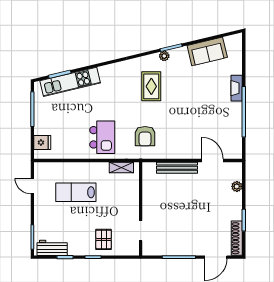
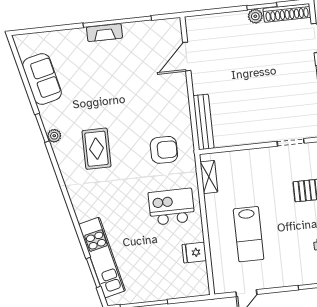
rug: (151, 86) -> (96, 149), turned 90
fireplace: (237, 88) -> (104, 33), moved
fridge: (42, 143) -> (194, 253), moved, turned -90
bench: (177, 168) -> (203, 122), moved
plant: (237, 186) -> (255, 16), moved

